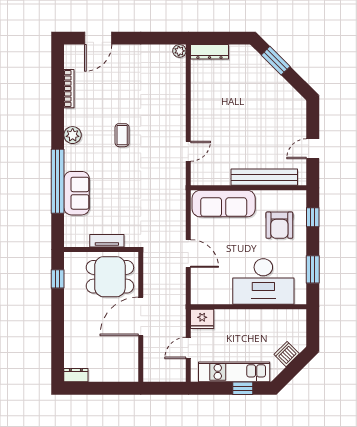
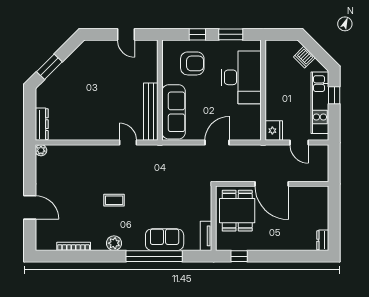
door: (98, 38) -> (30, 207), moved
bench: (264, 177) -> (151, 112), moved
window: (313, 217) -> (197, 34), moved
tv unit: (107, 241) -> (206, 236), moved

